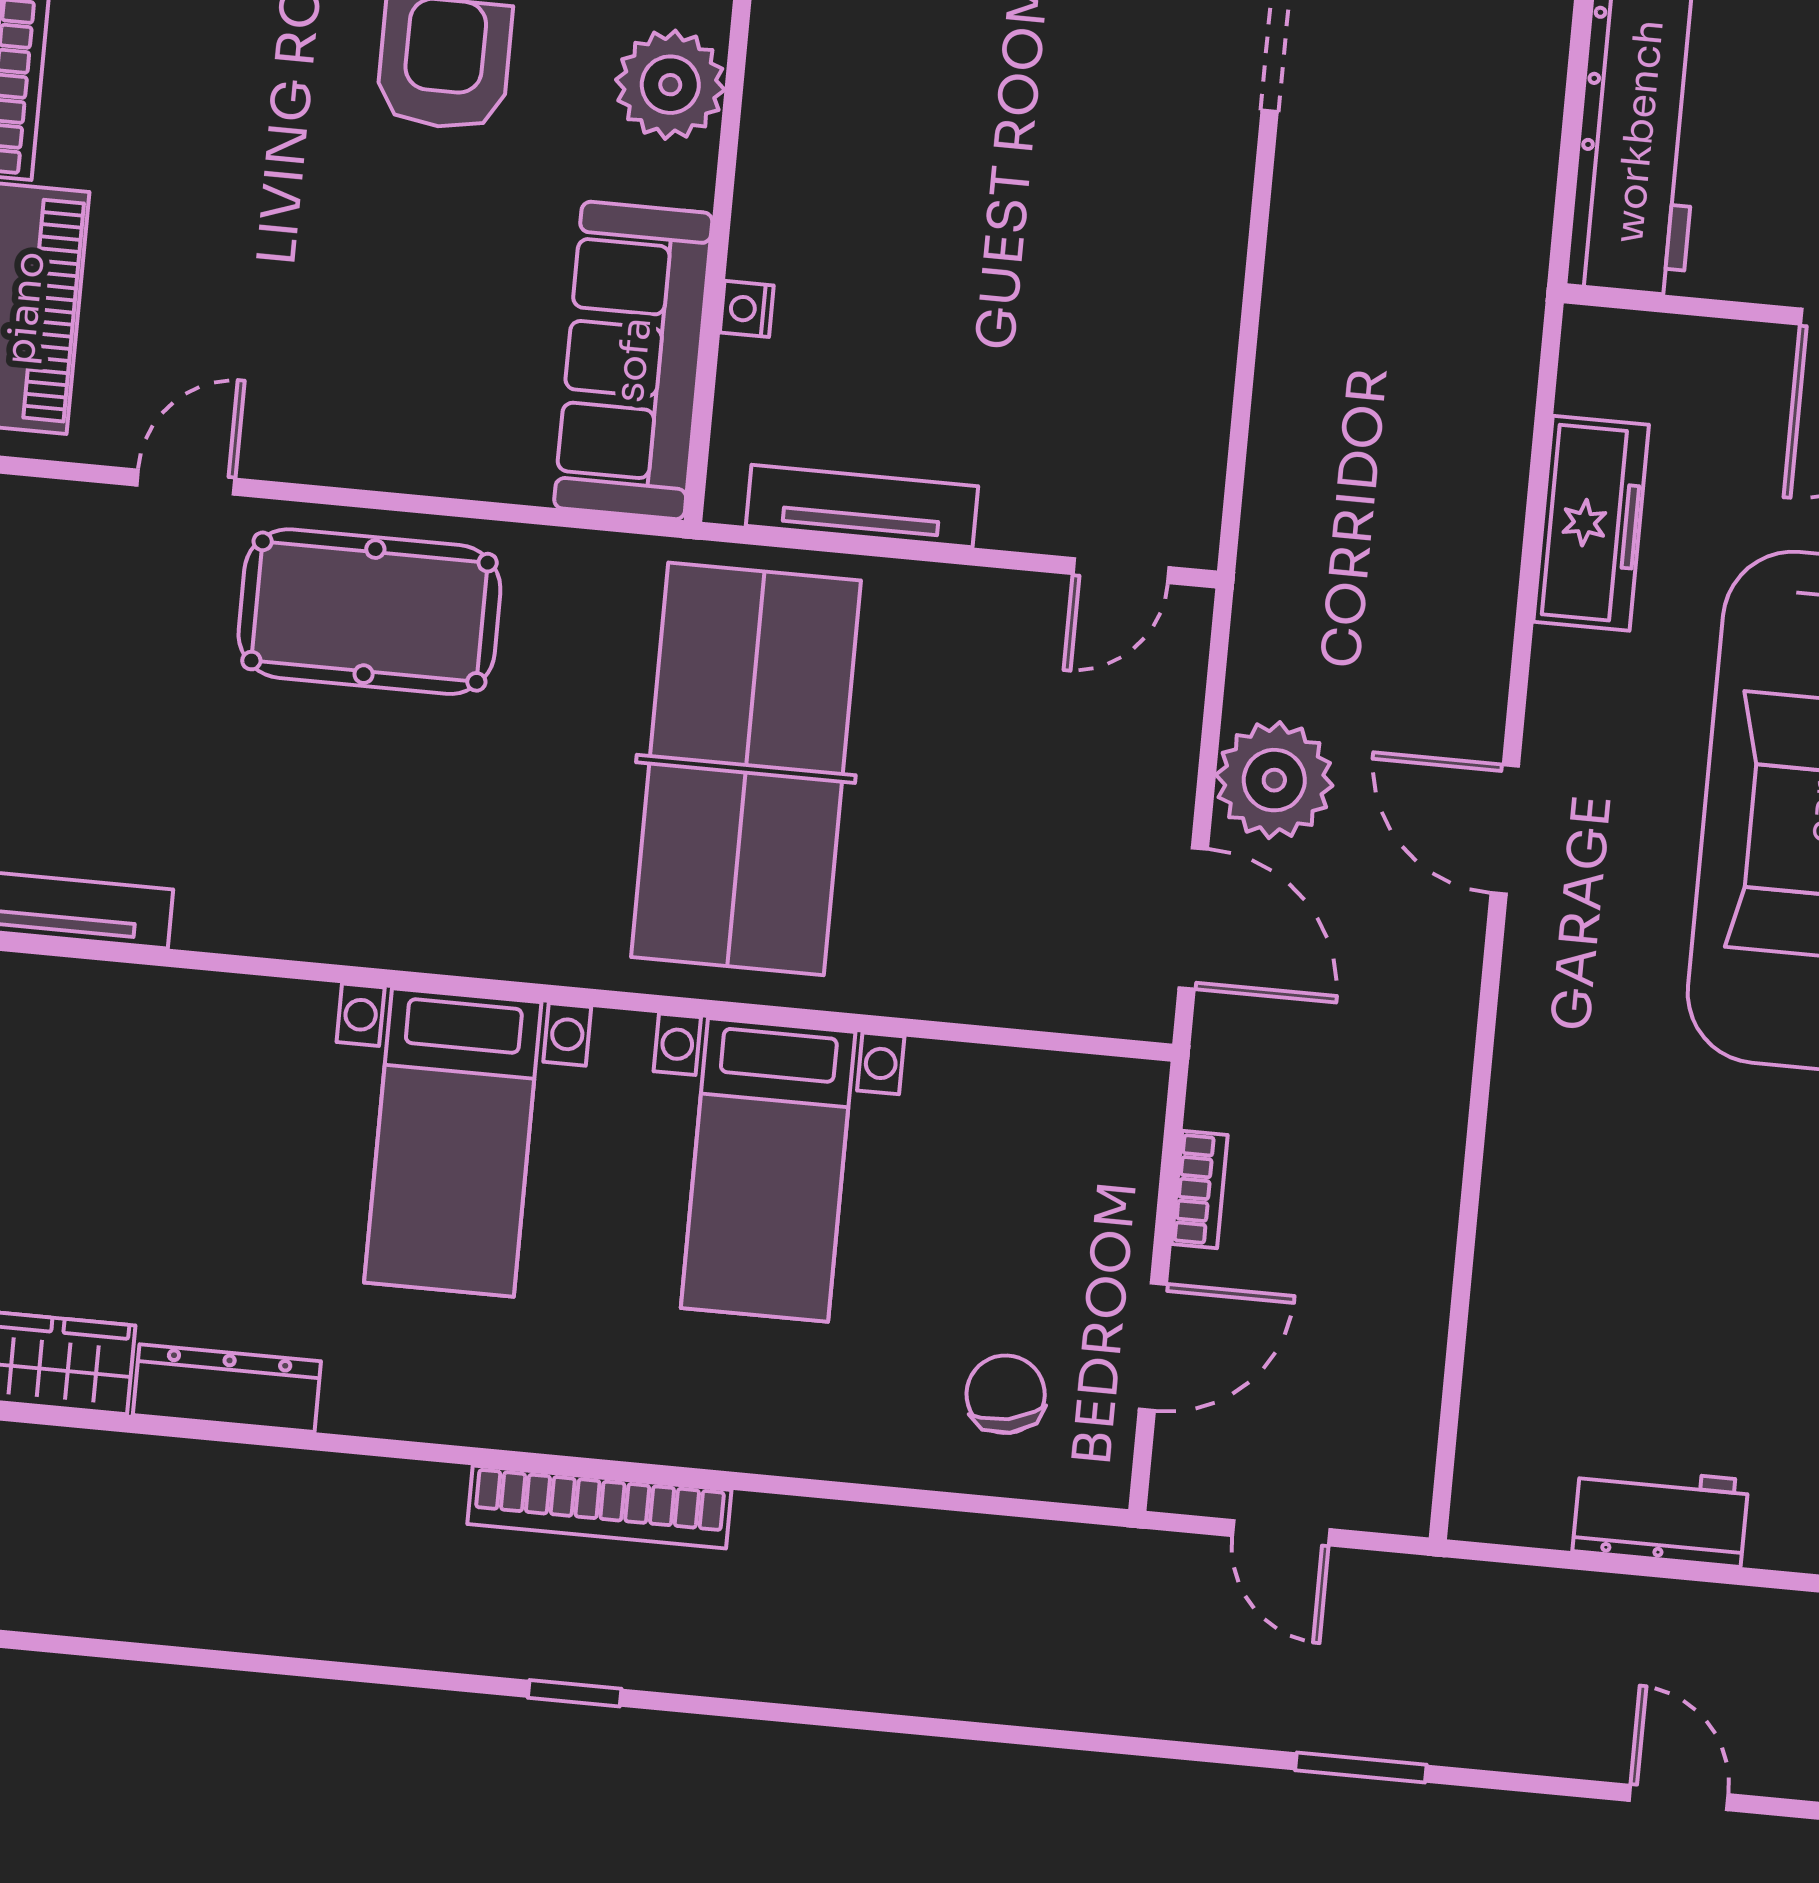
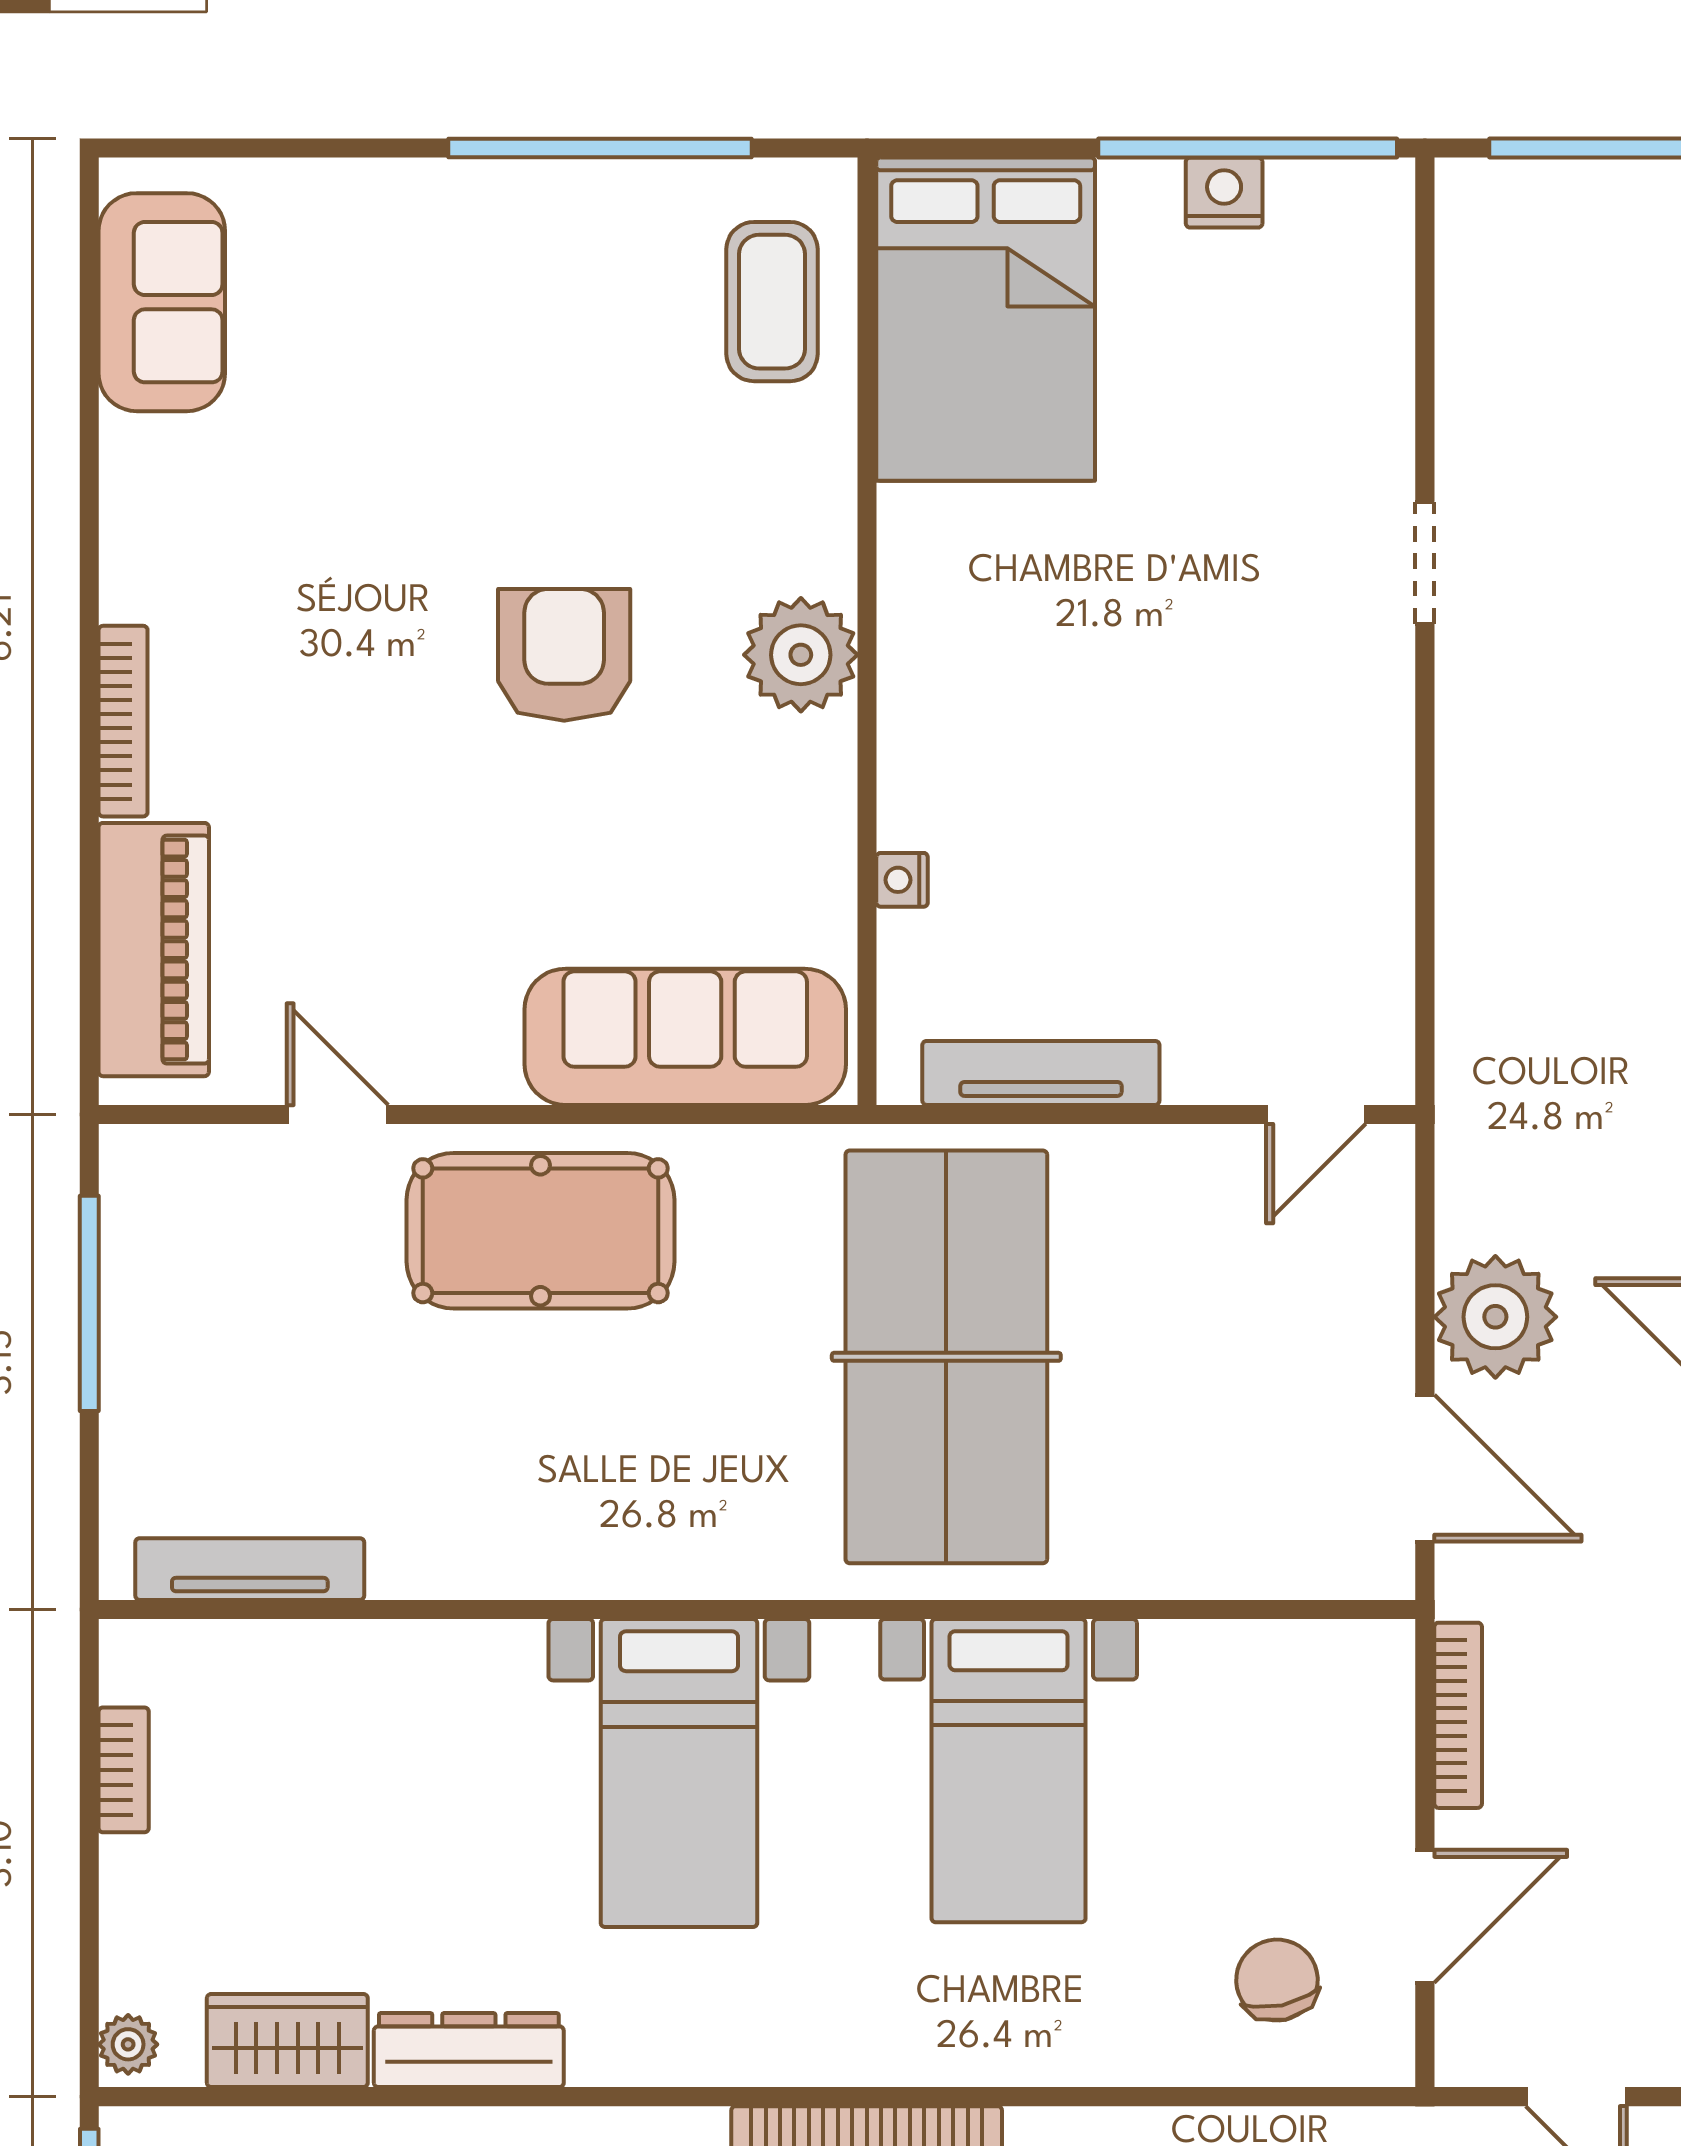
sofa: (633, 360) -> (685, 1037), moved, turned 90
door: (186, 482) -> (337, 1114), hinge flipped
bookcase: (1200, 1190) -> (1458, 1715), width x1.56

